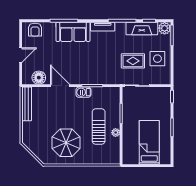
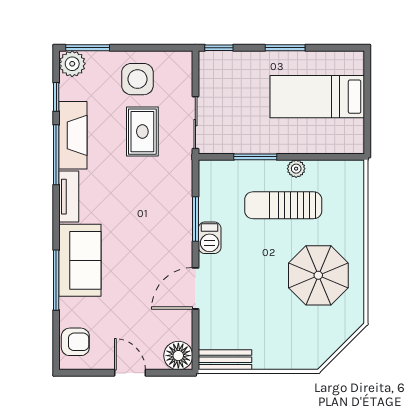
fireplace: (142, 29) -> (73, 135), moved
floor lamp: (39, 78) -> (178, 356), moved
bench: (27, 104) -> (225, 360), width x0.73

